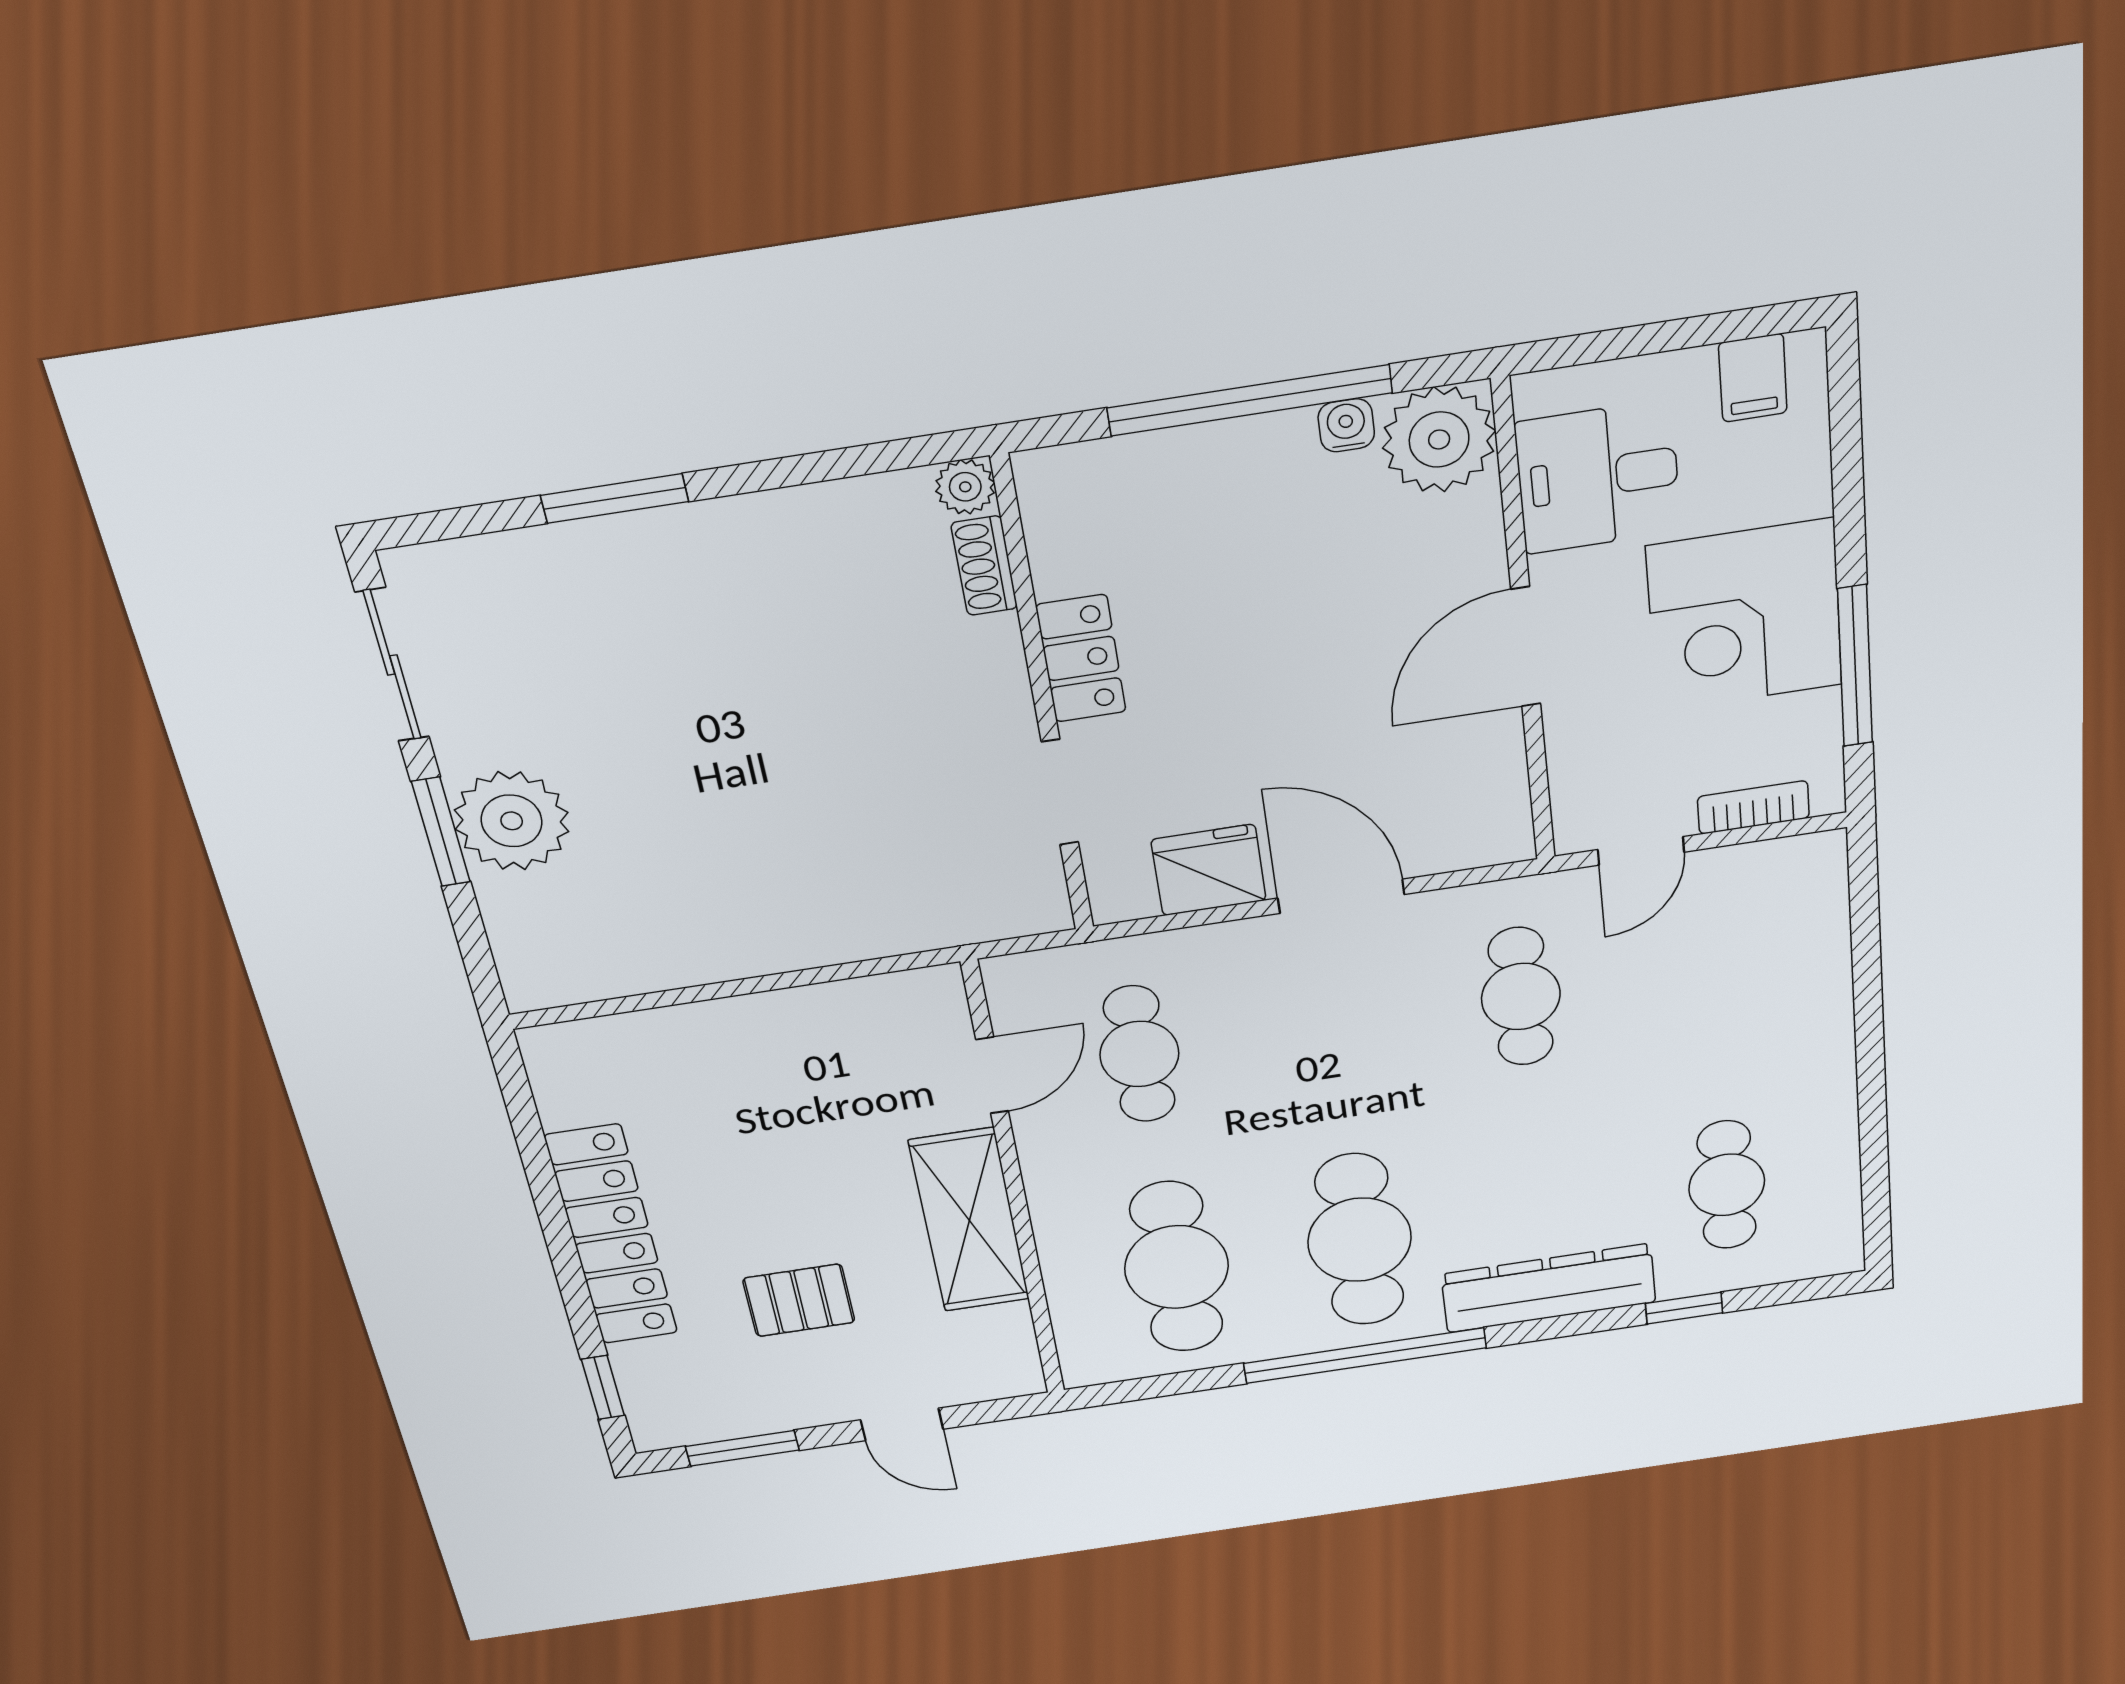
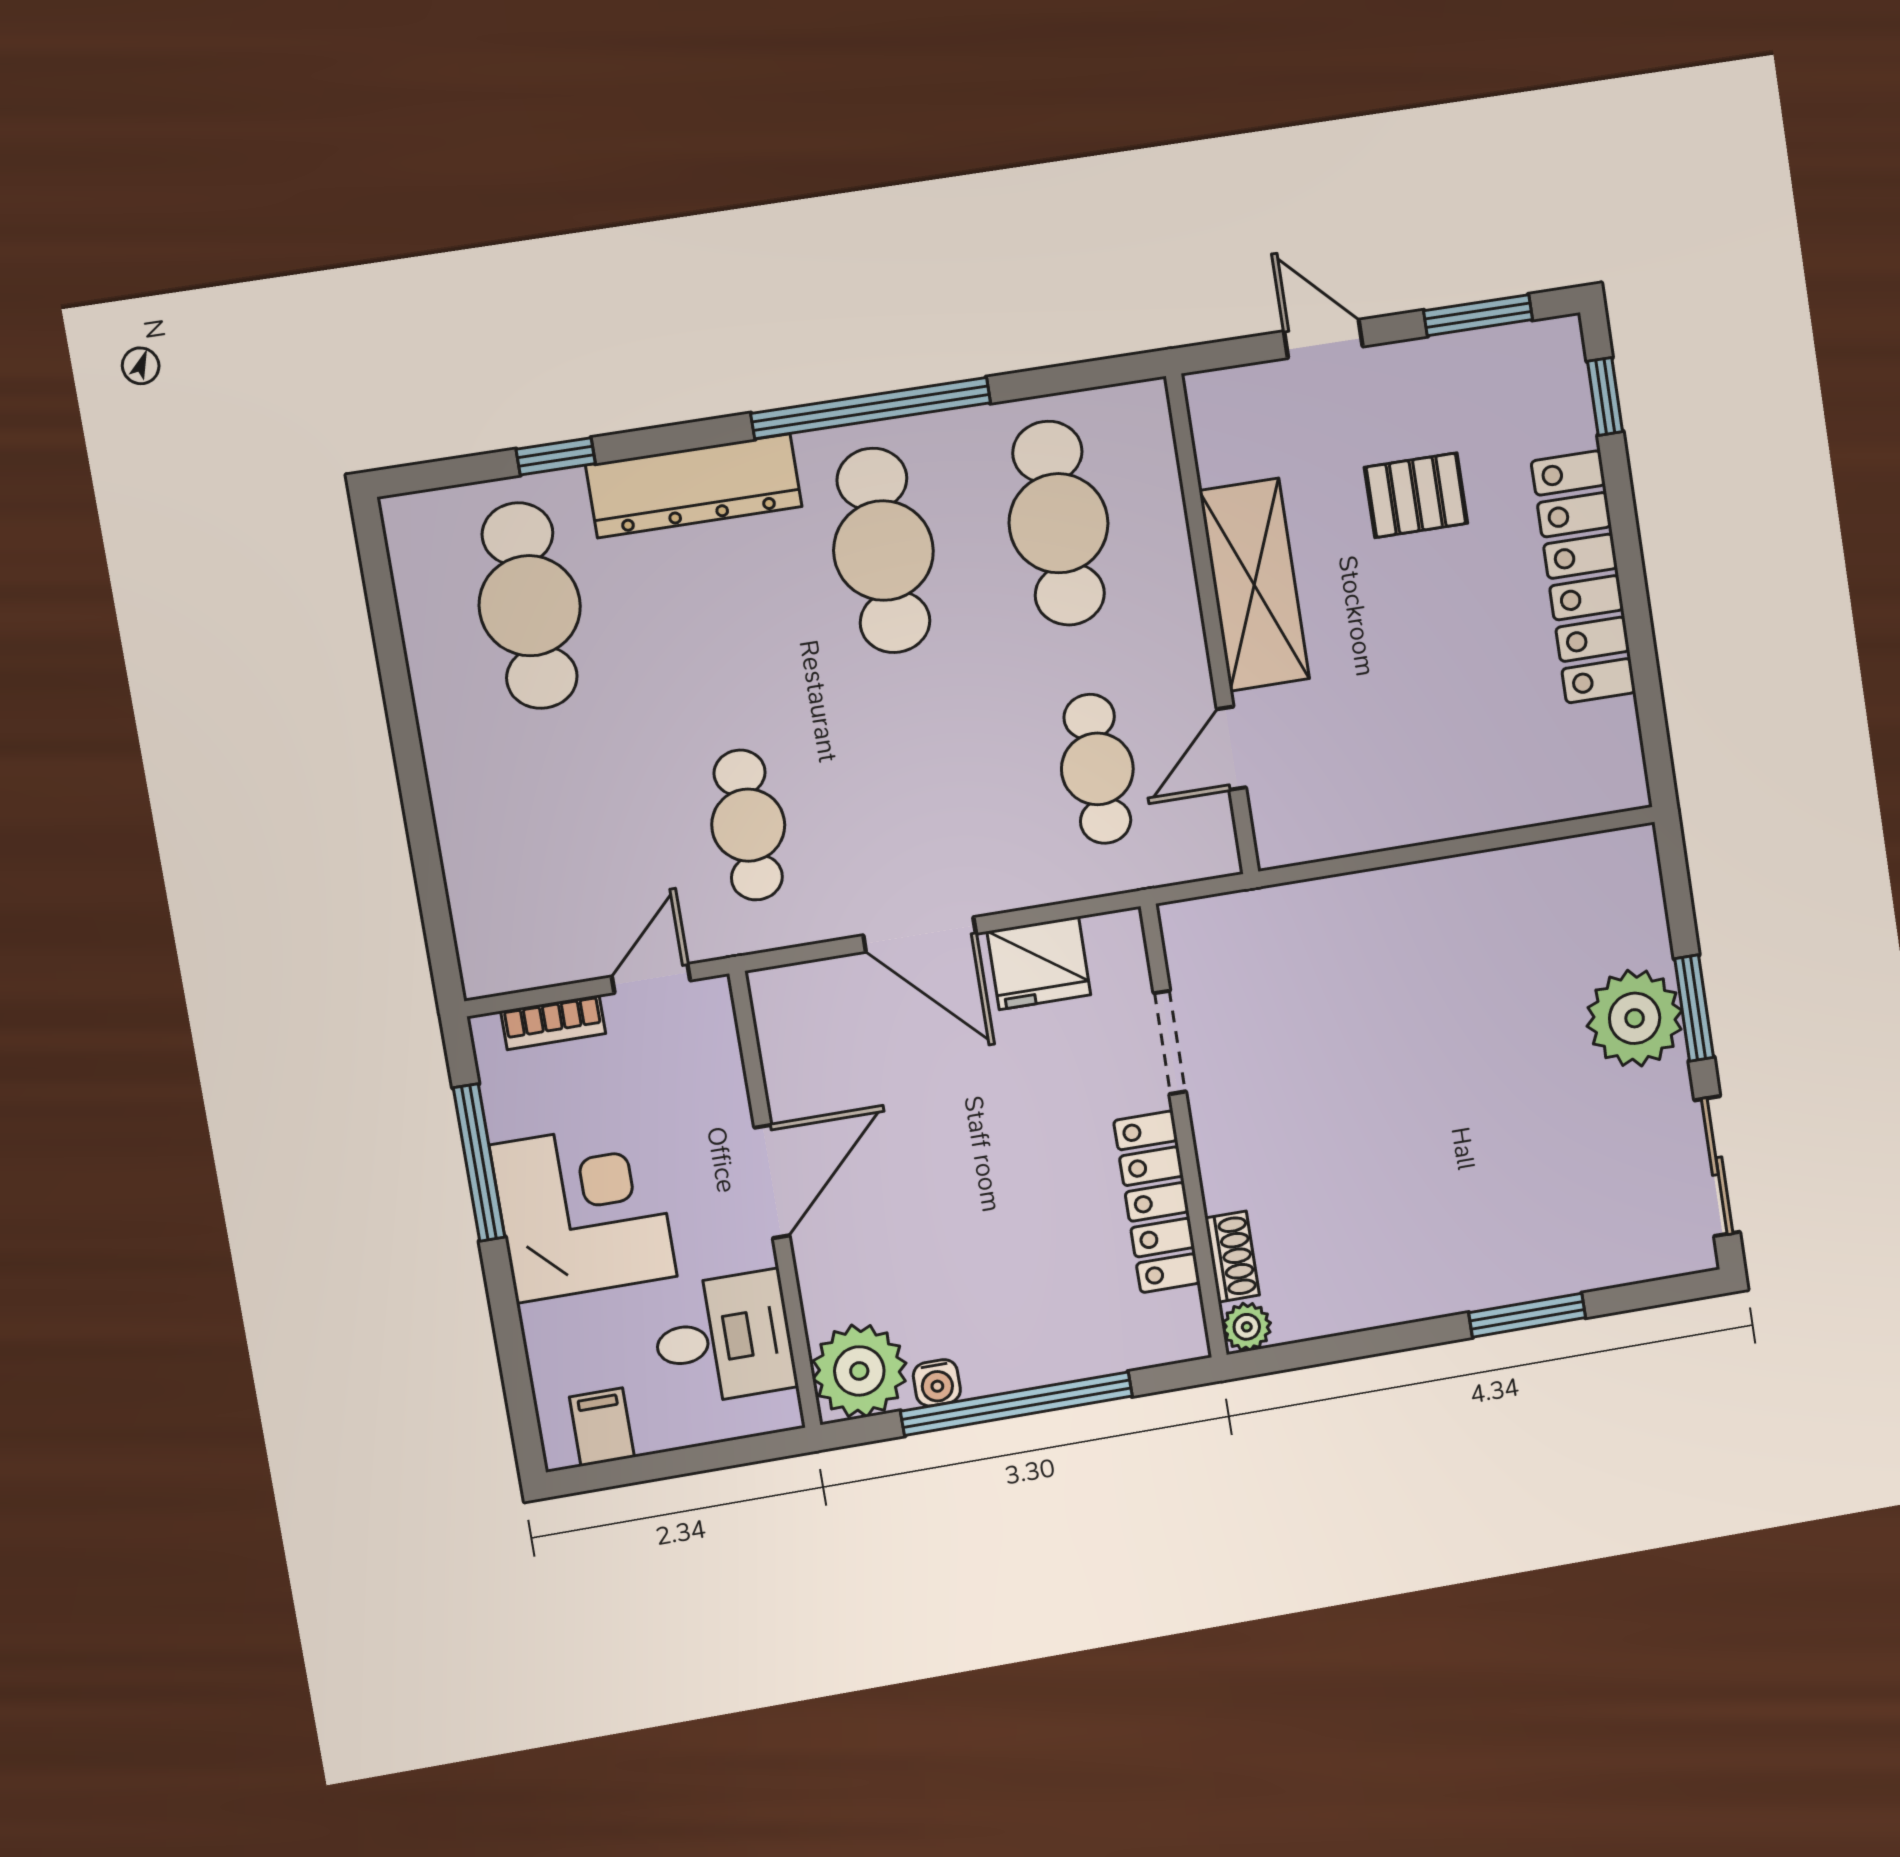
locker: (1081, 658) -> (1157, 1202), width x1.53
cafe table: (1727, 1185) -> (530, 606), width x1.37, depth x1.35

